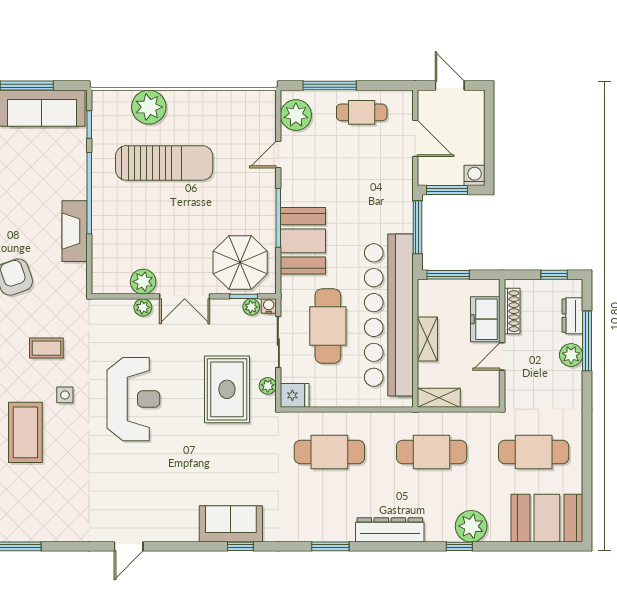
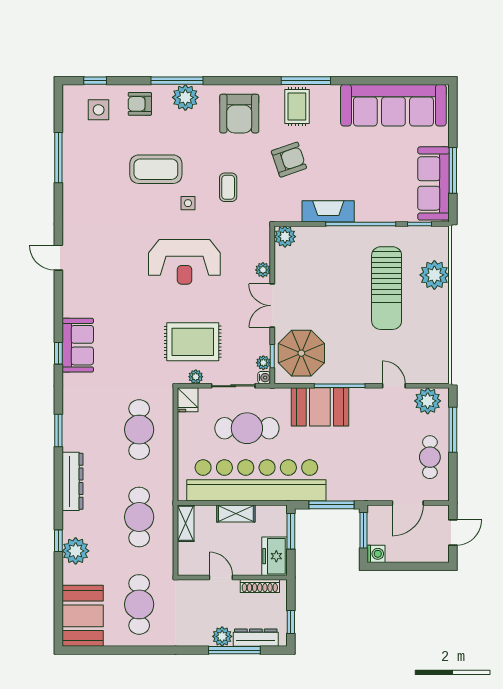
plant: (143, 282) -> (285, 237), moved
dresser: (572, 316) -> (256, 638), width x1.44
freezer: (485, 319) -> (275, 556), moved, turned -90

